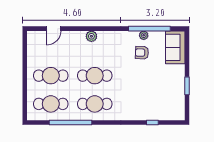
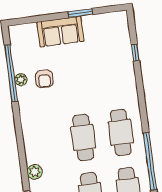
plant: (91, 36) -> (35, 172), moved
sofa: (175, 47) -> (60, 32), moved

